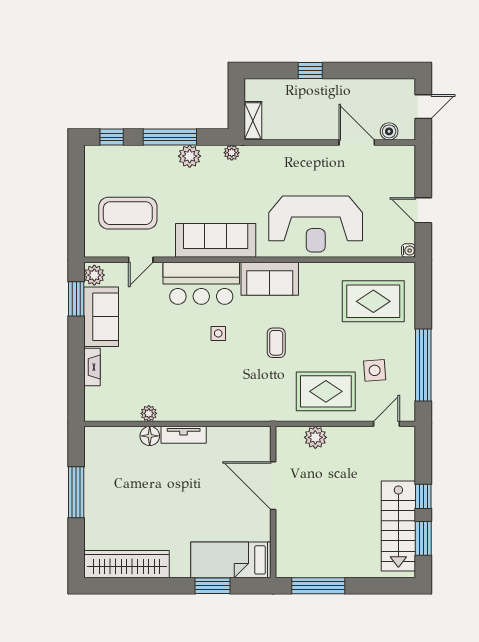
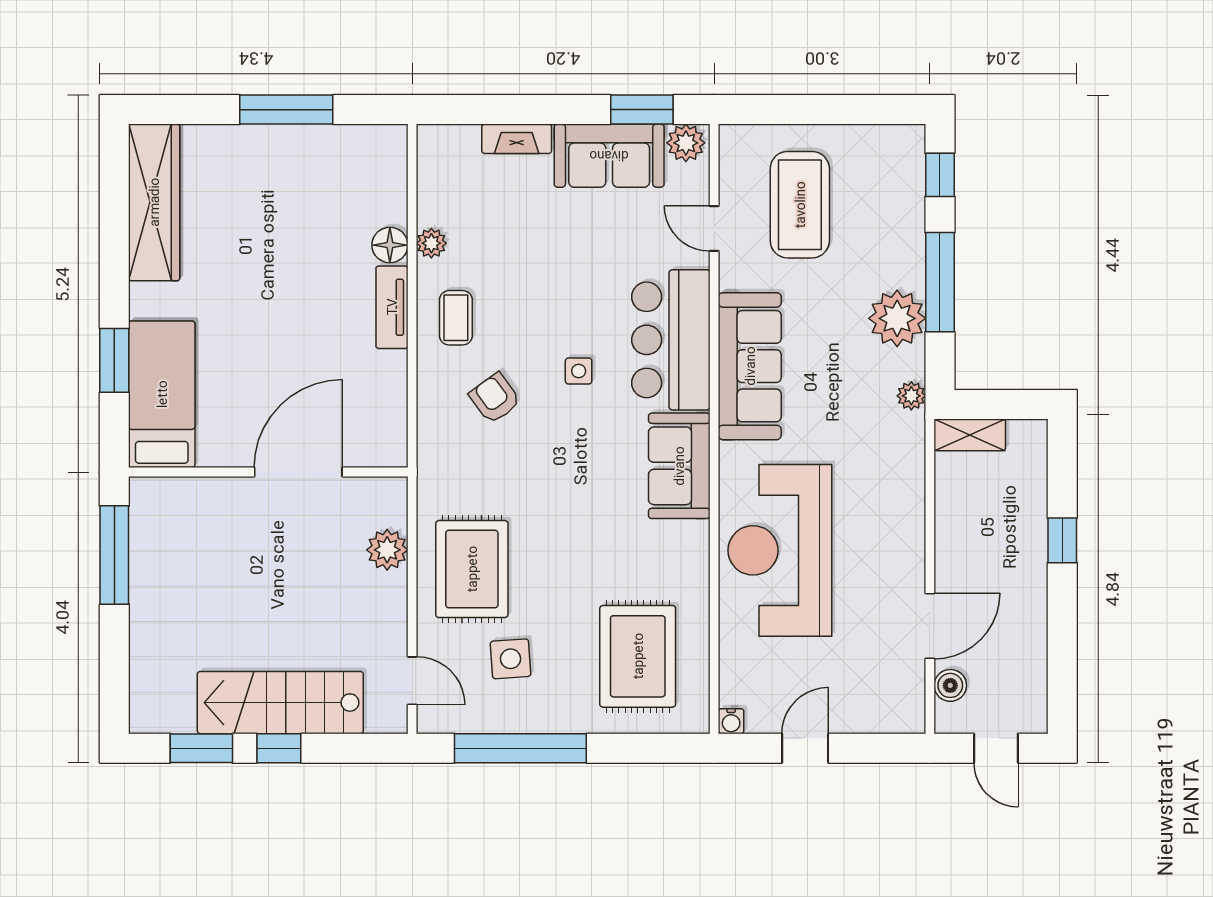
plant: (190, 156) -> (897, 318), width x1.36, depth x1.36
coffee table: (276, 343) -> (456, 318), moved, turned 90
armchair: (233, 379) -> (495, 398), added
stairs: (398, 526) -> (280, 703), moved

